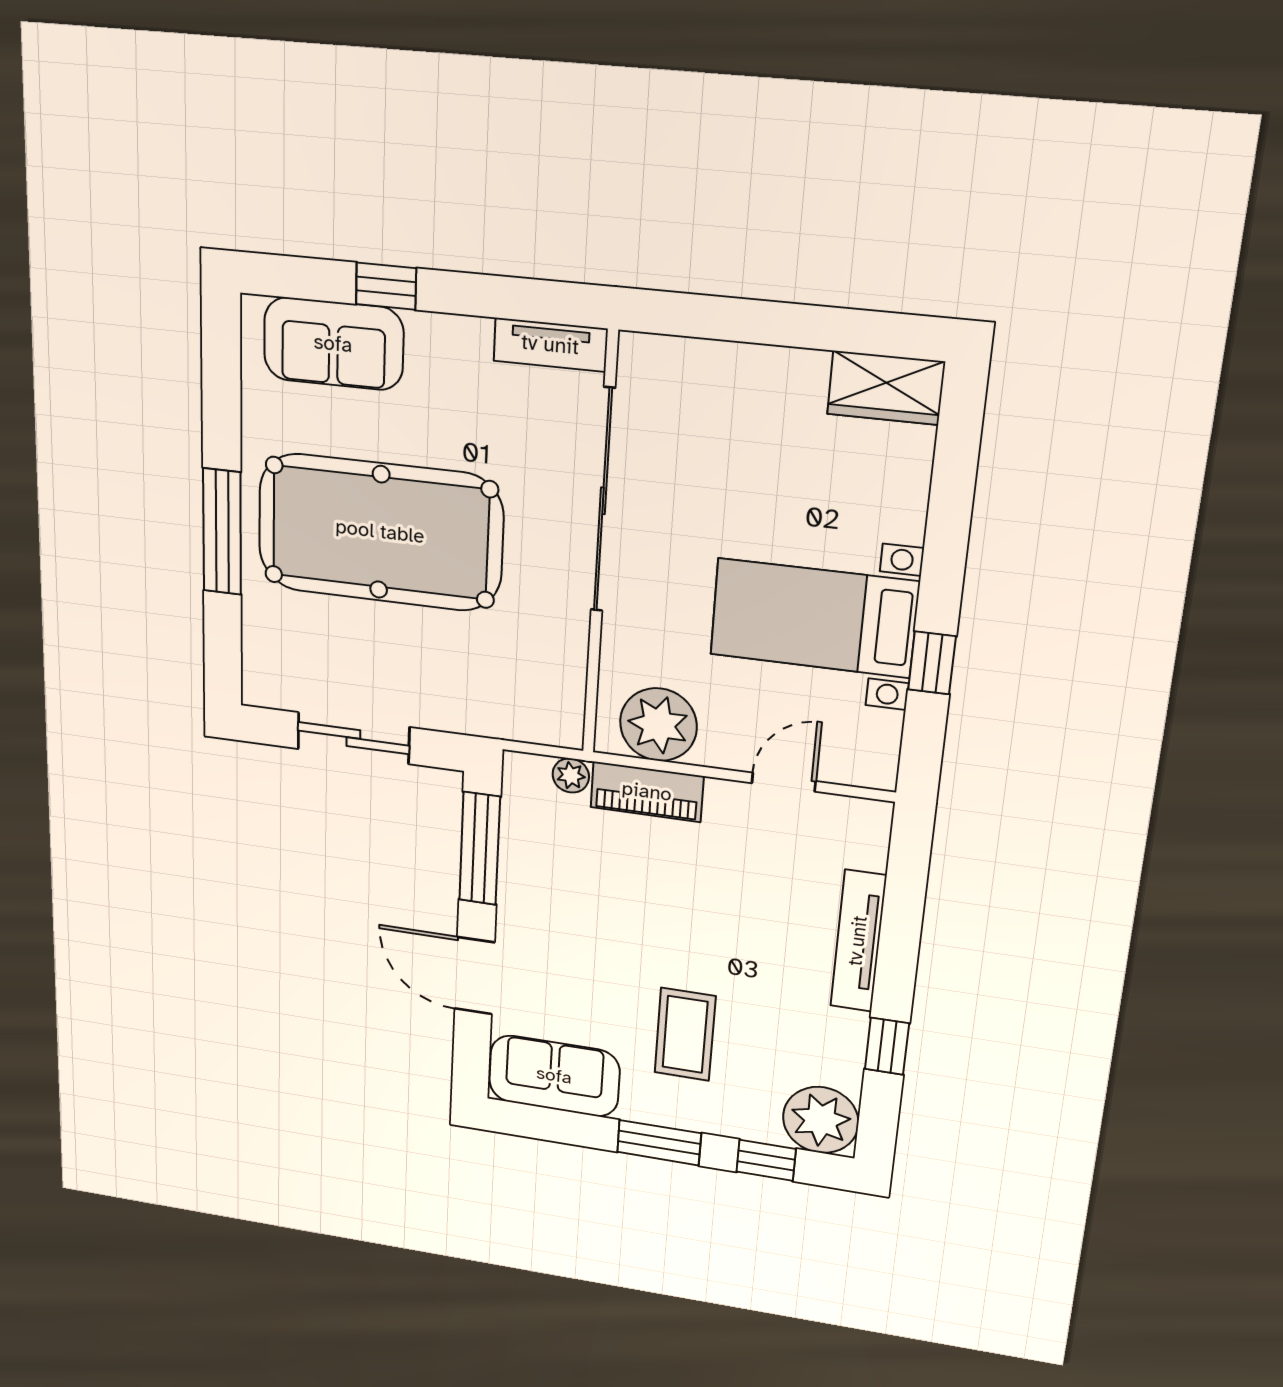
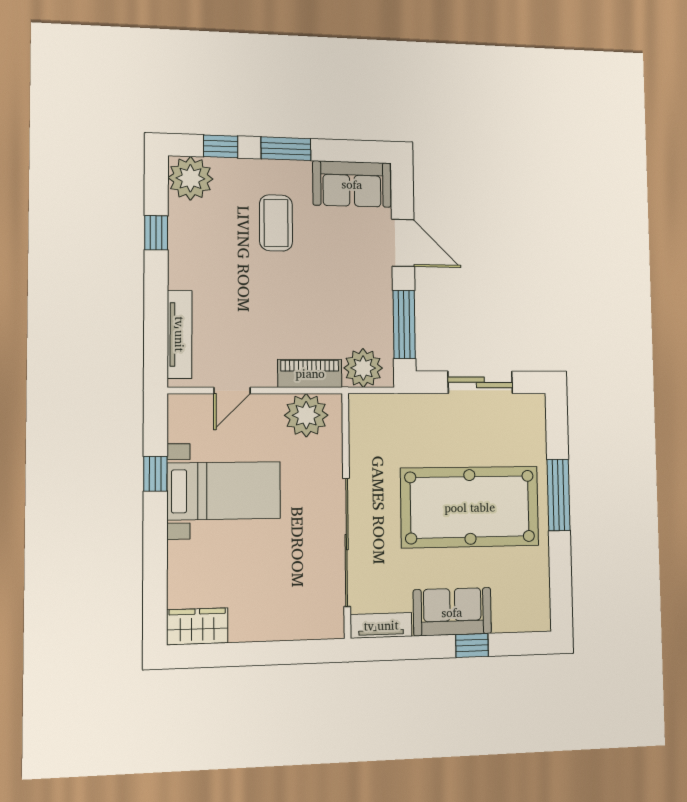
sofa: (333, 344) -> (452, 612), moved
plant: (571, 776) -> (363, 368), width x1.87, depth x1.87
tv unit: (858, 941) -> (180, 334), moved

